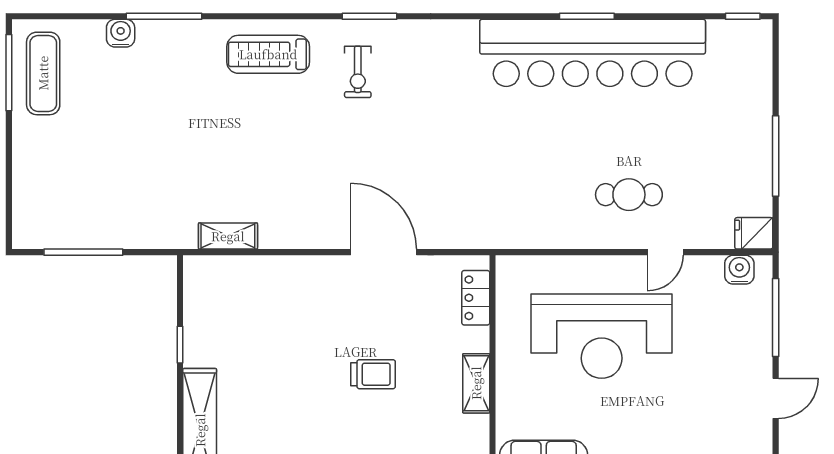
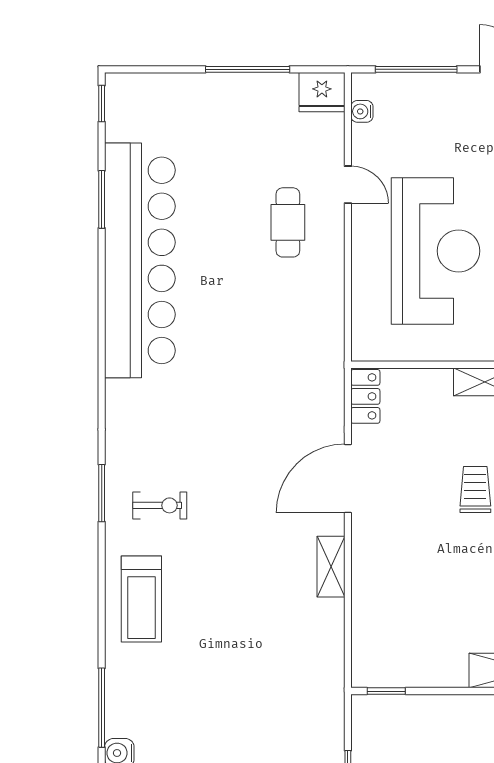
window: (587, 16) -> (102, 199), moved
fridge: (754, 233) -> (322, 92), width x1.38
shelving: (228, 236) -> (331, 567), moved
water cooler: (739, 270) -> (362, 111), width x0.72, depth x0.72
locker: (476, 298) -> (365, 396), moved, turned -90
window: (180, 345) -> (386, 691), moved

